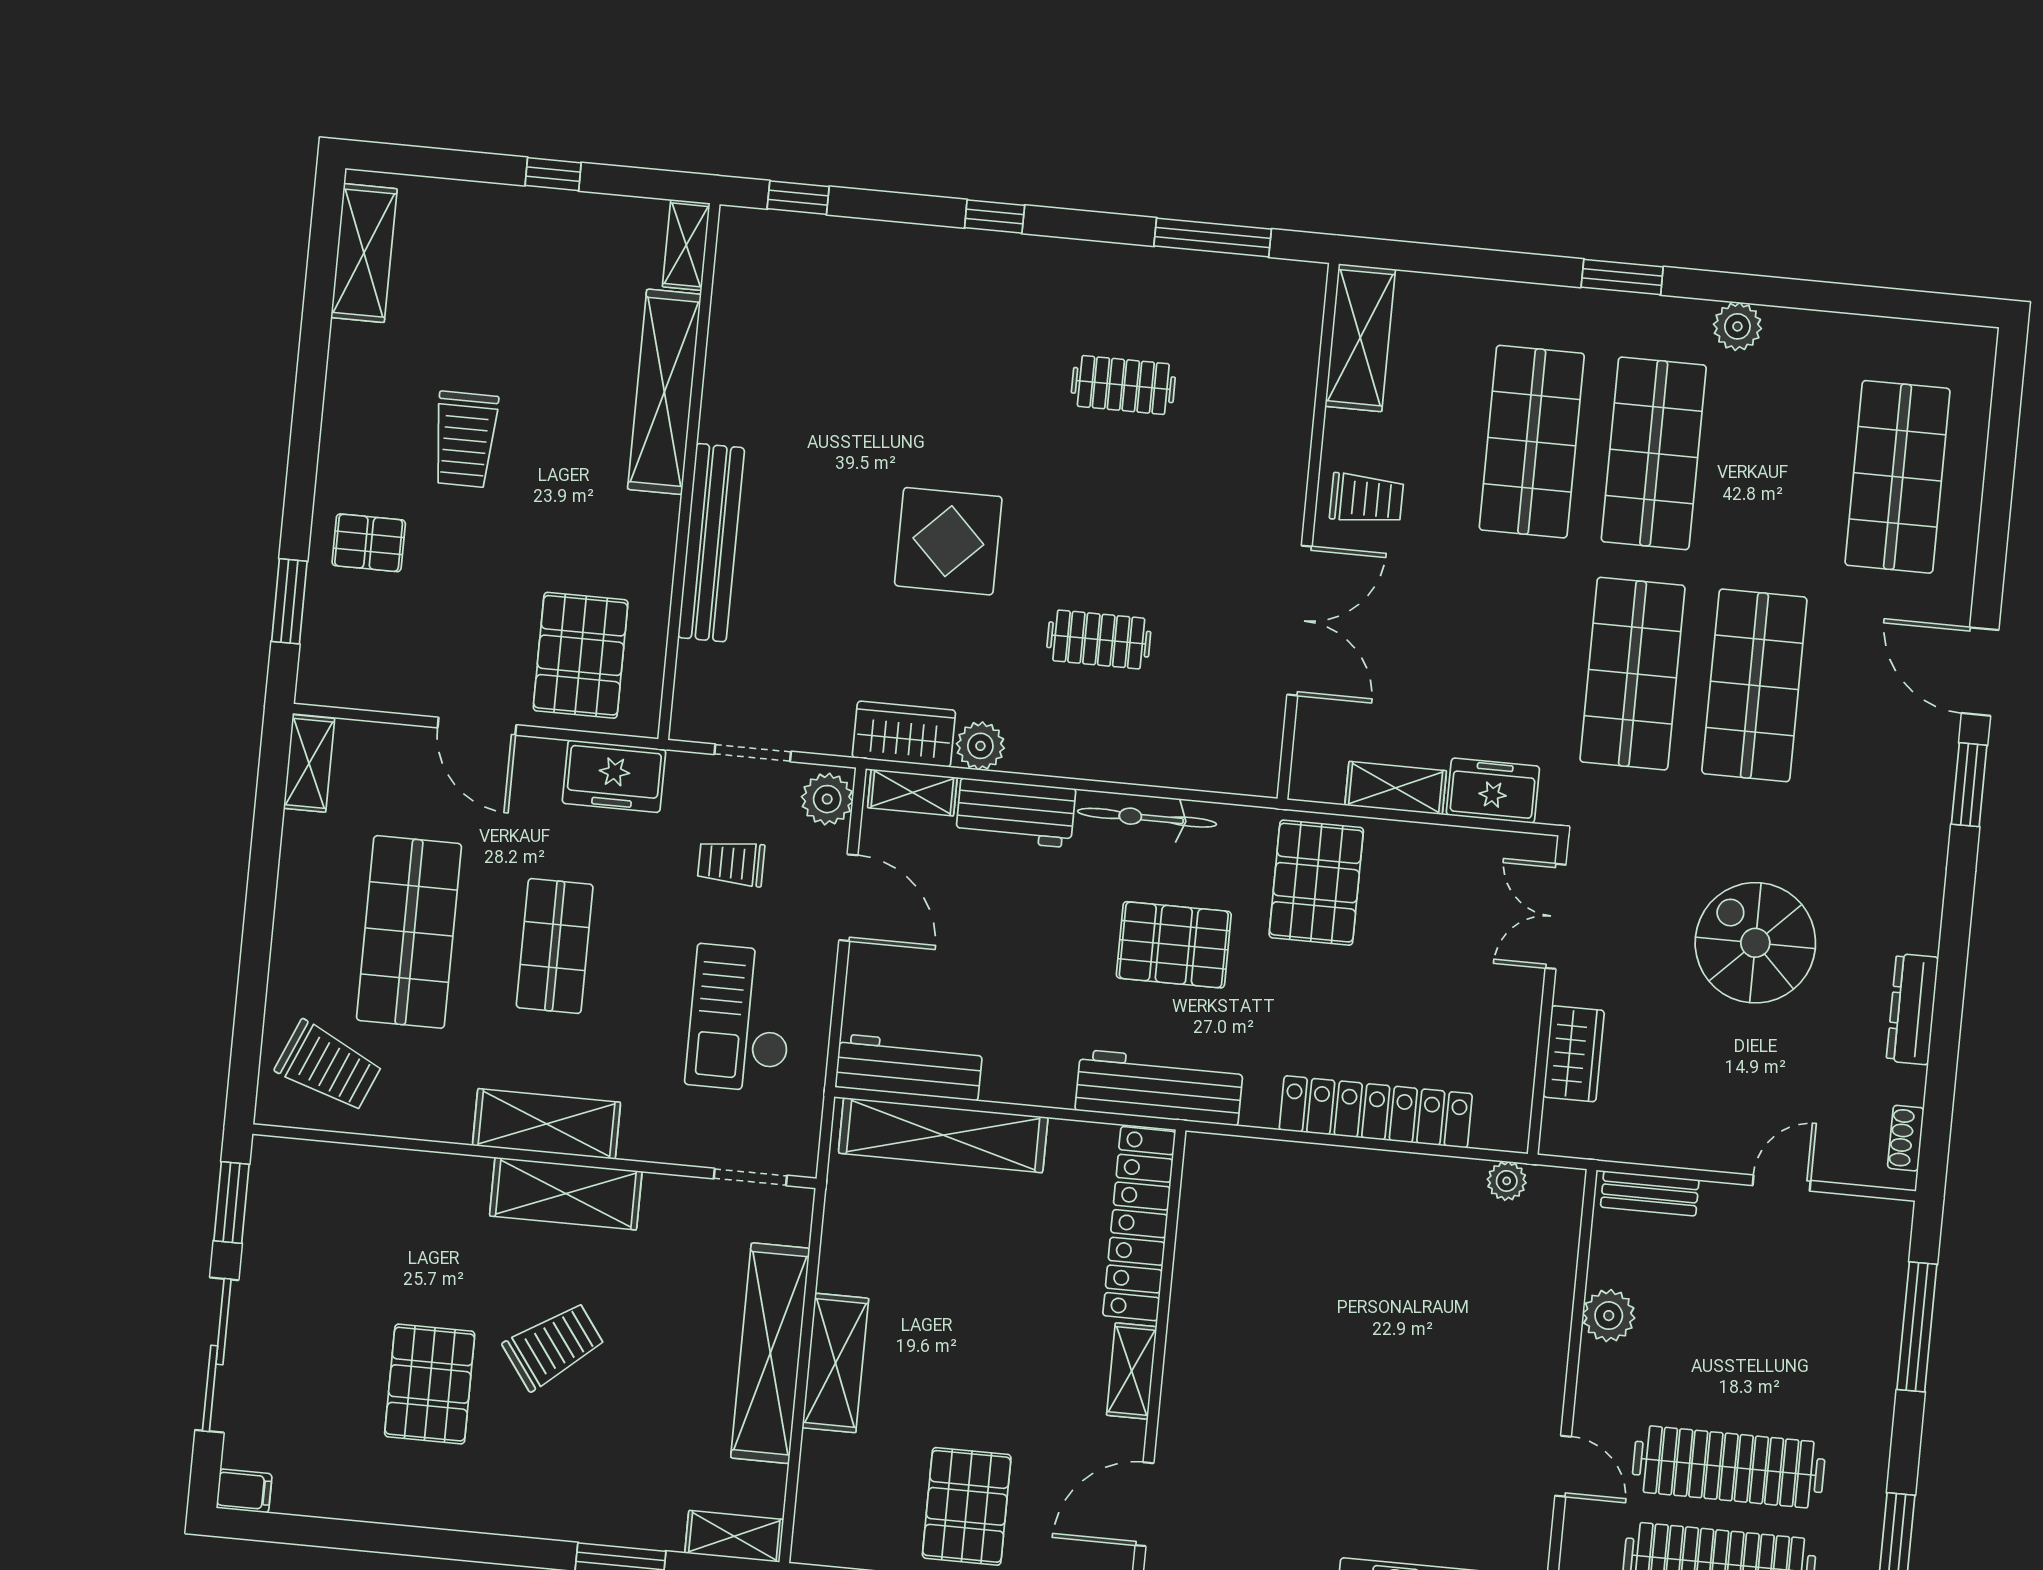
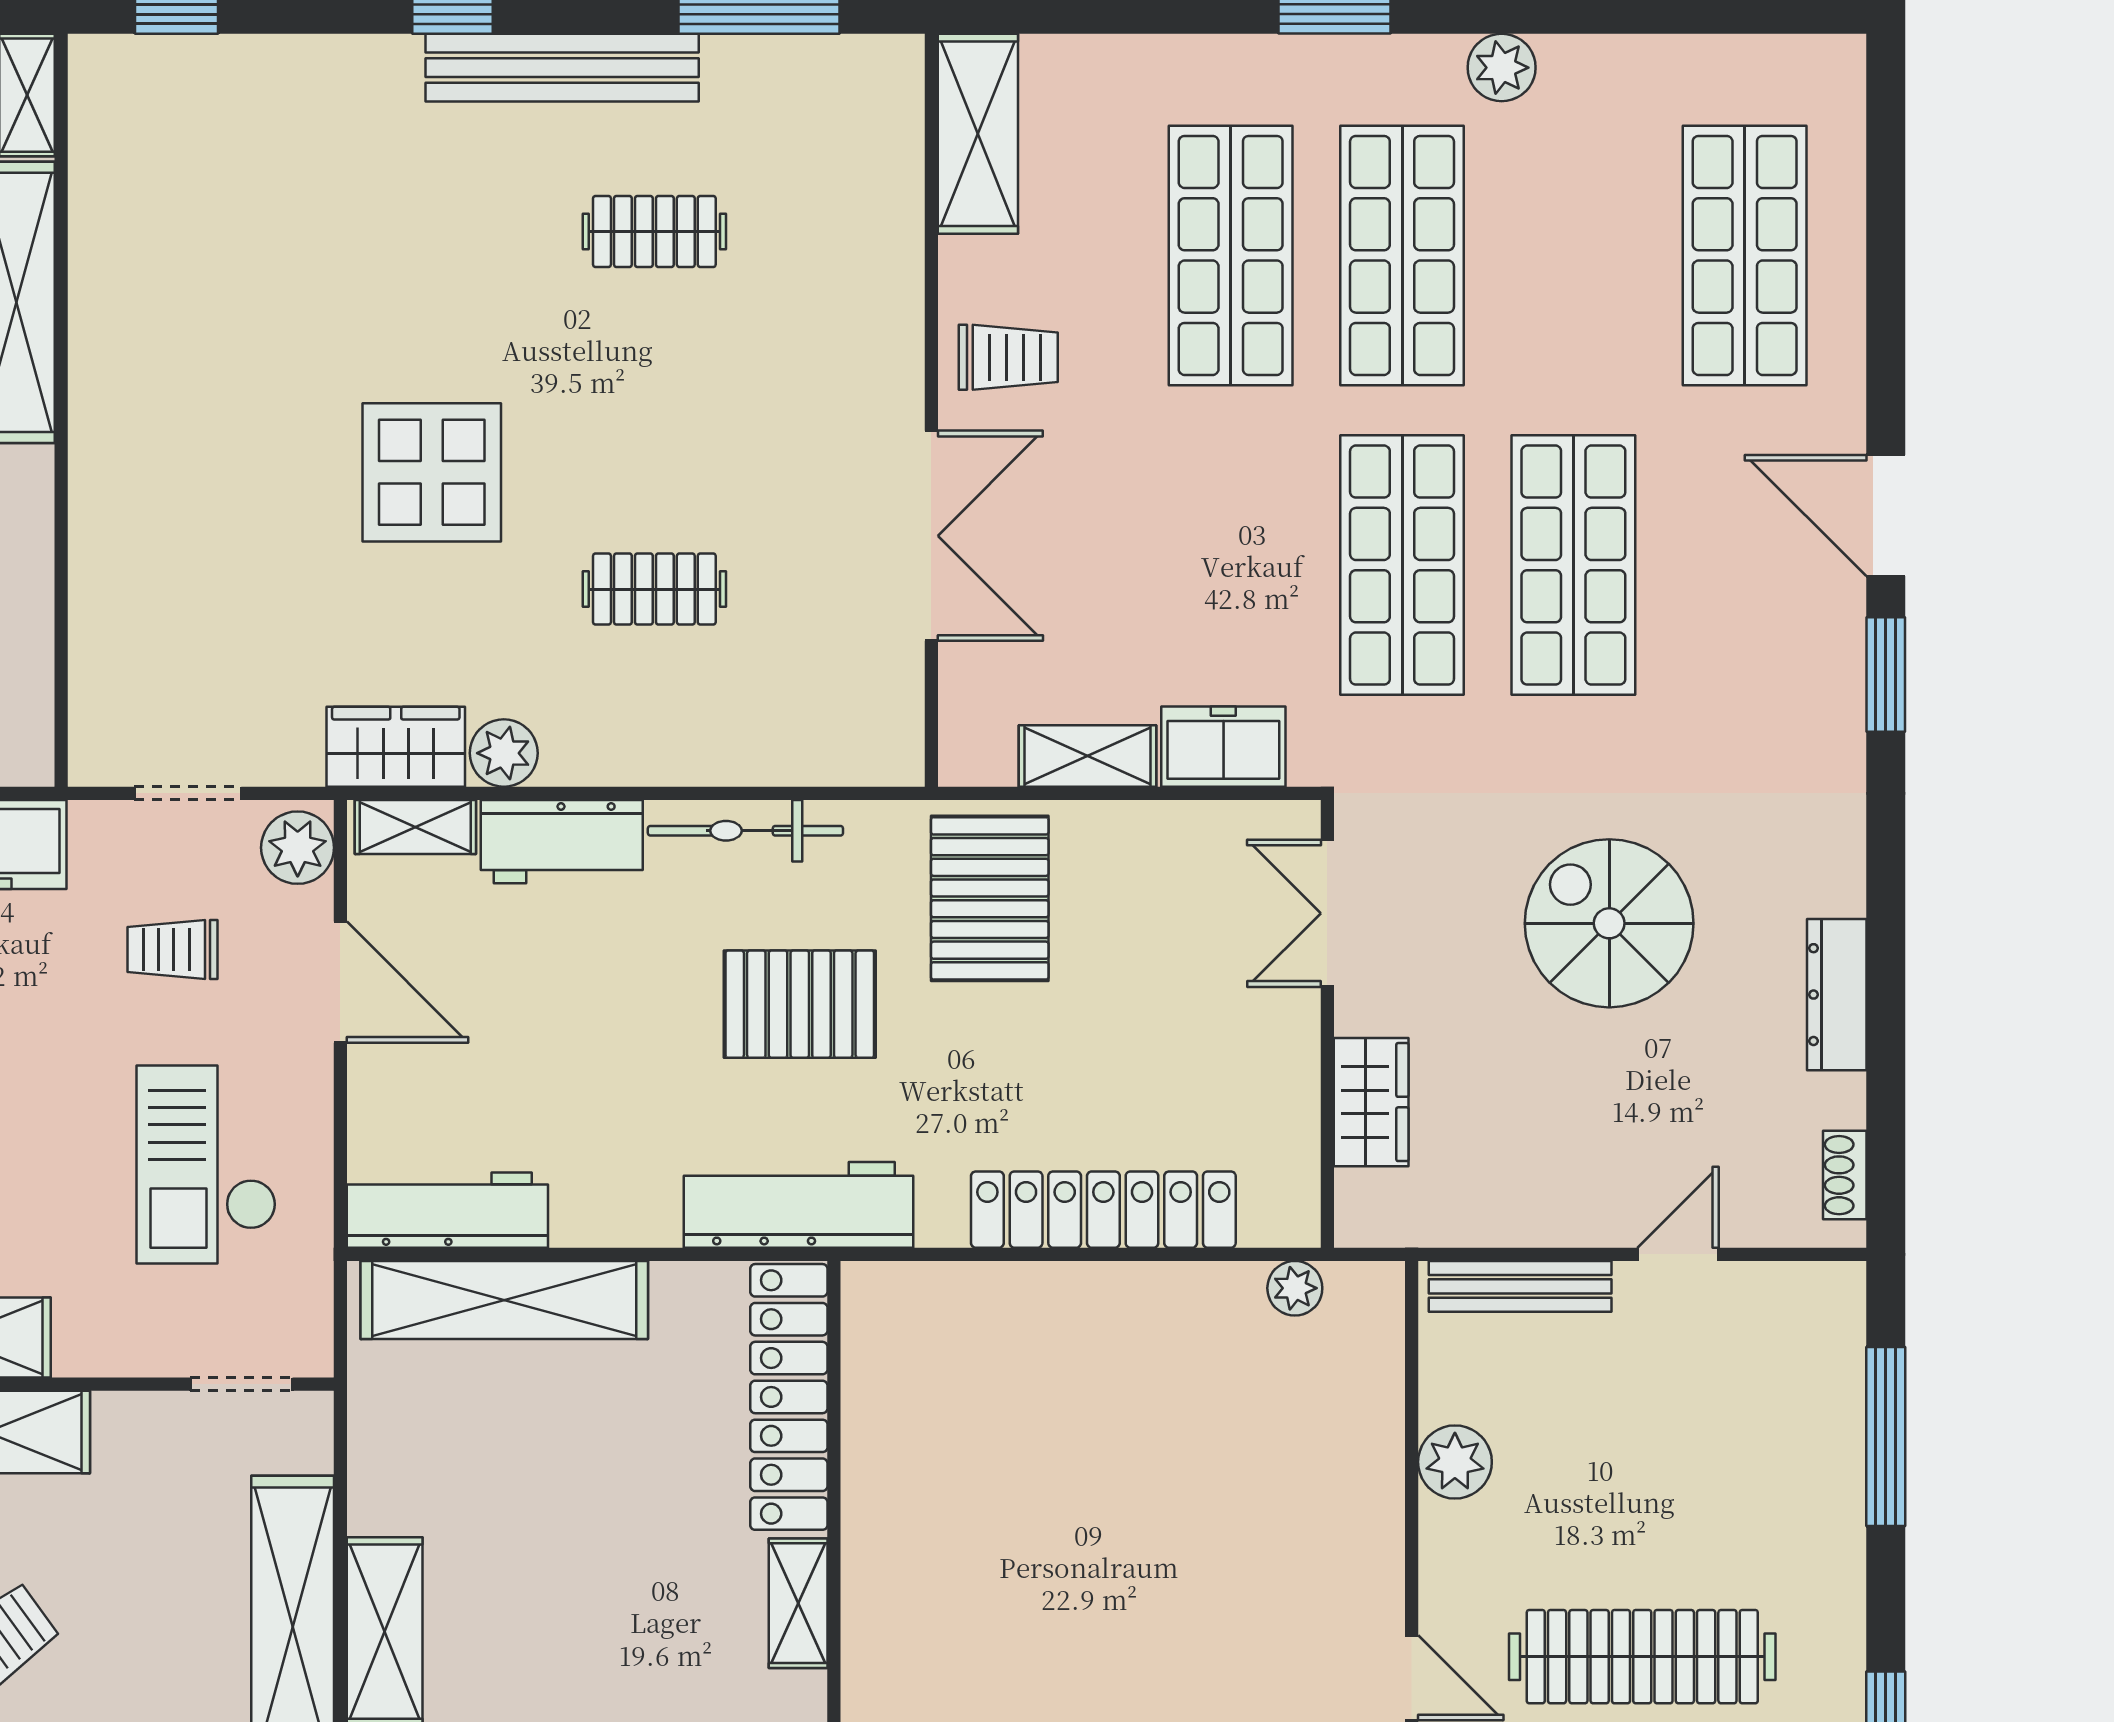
bench: (711, 543) -> (562, 68), moved, turned 90
bench: (1650, 1193) -> (1520, 1286), width x1.36

